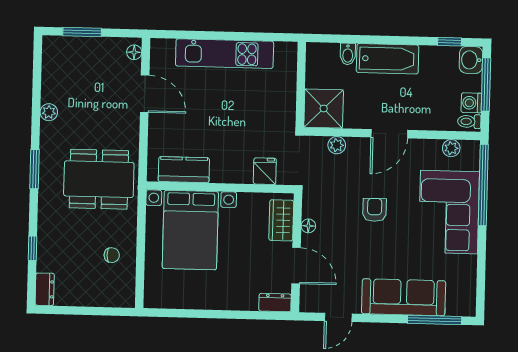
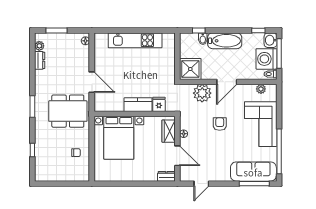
window: (341, 39) -> (199, 30), added
door: (145, 94) -> (92, 82), moved
washing machine: (471, 103) -> (266, 59), width x1.89, depth x1.89
plant: (49, 112) -> (39, 46), moved
plant: (337, 145) -> (202, 93), width x1.88, depth x1.88
kitchen counter: (184, 170) -> (138, 105), moved
window: (483, 185) -> (279, 151), moved
dresser: (45, 289) -> (40, 60), moved
sofa: (404, 297) -> (253, 172), moved

